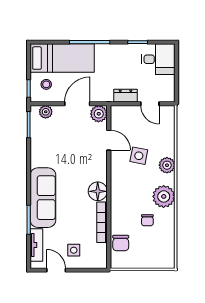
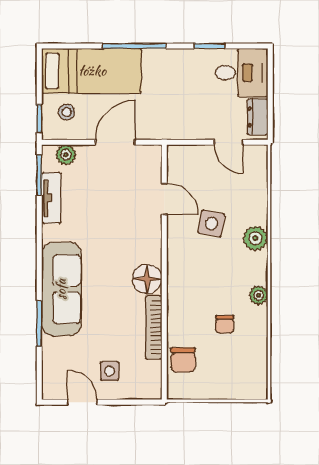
dresser: (126, 96) -> (258, 117), moved, turned -90
plant: (99, 114) -> (149, 158), removed
plant: (164, 196) -> (258, 295), width x0.53, depth x0.53
tv unit: (36, 245) -> (51, 198), moved

